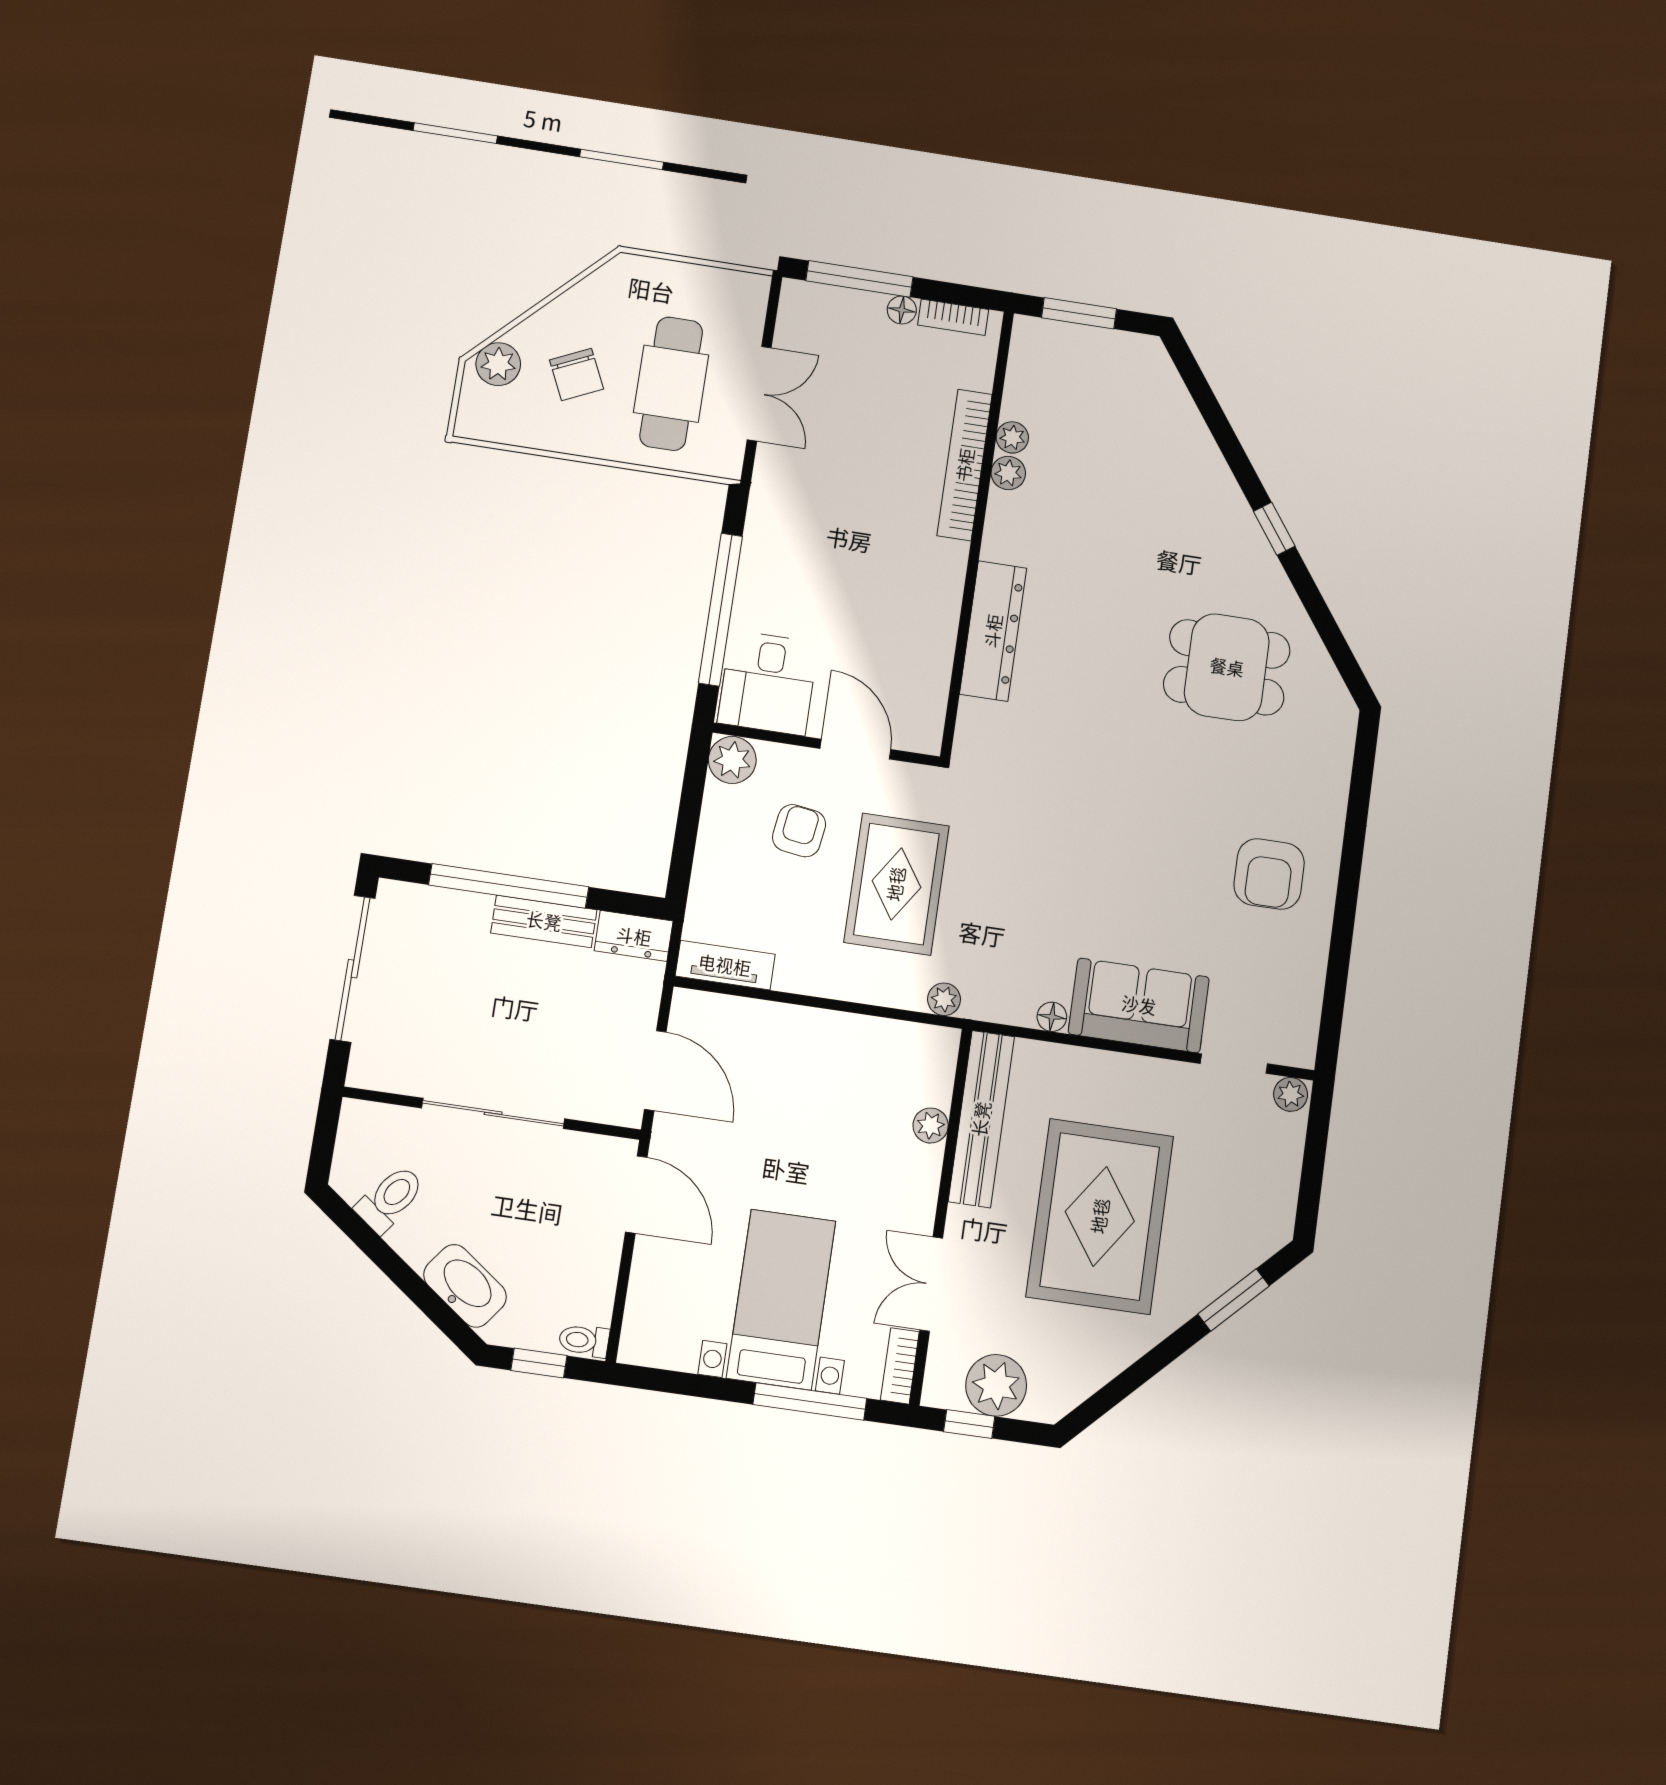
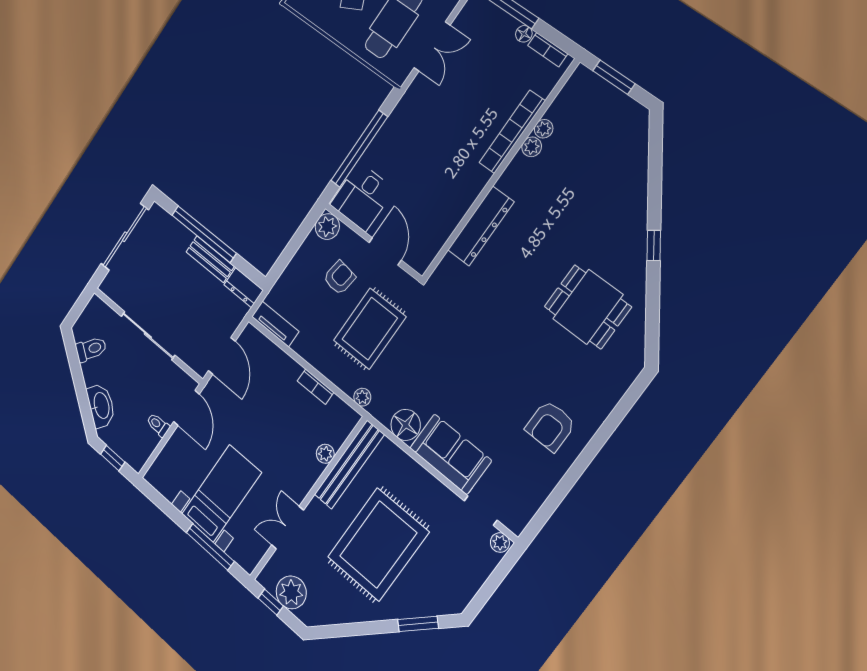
floor lamp: (1052, 1017) -> (406, 425), width x1.89, depth x1.89
toilet: (584, 1341) -> (158, 425), moved
bookcase: (900, 1366) -> (316, 387), moved, turned -90

